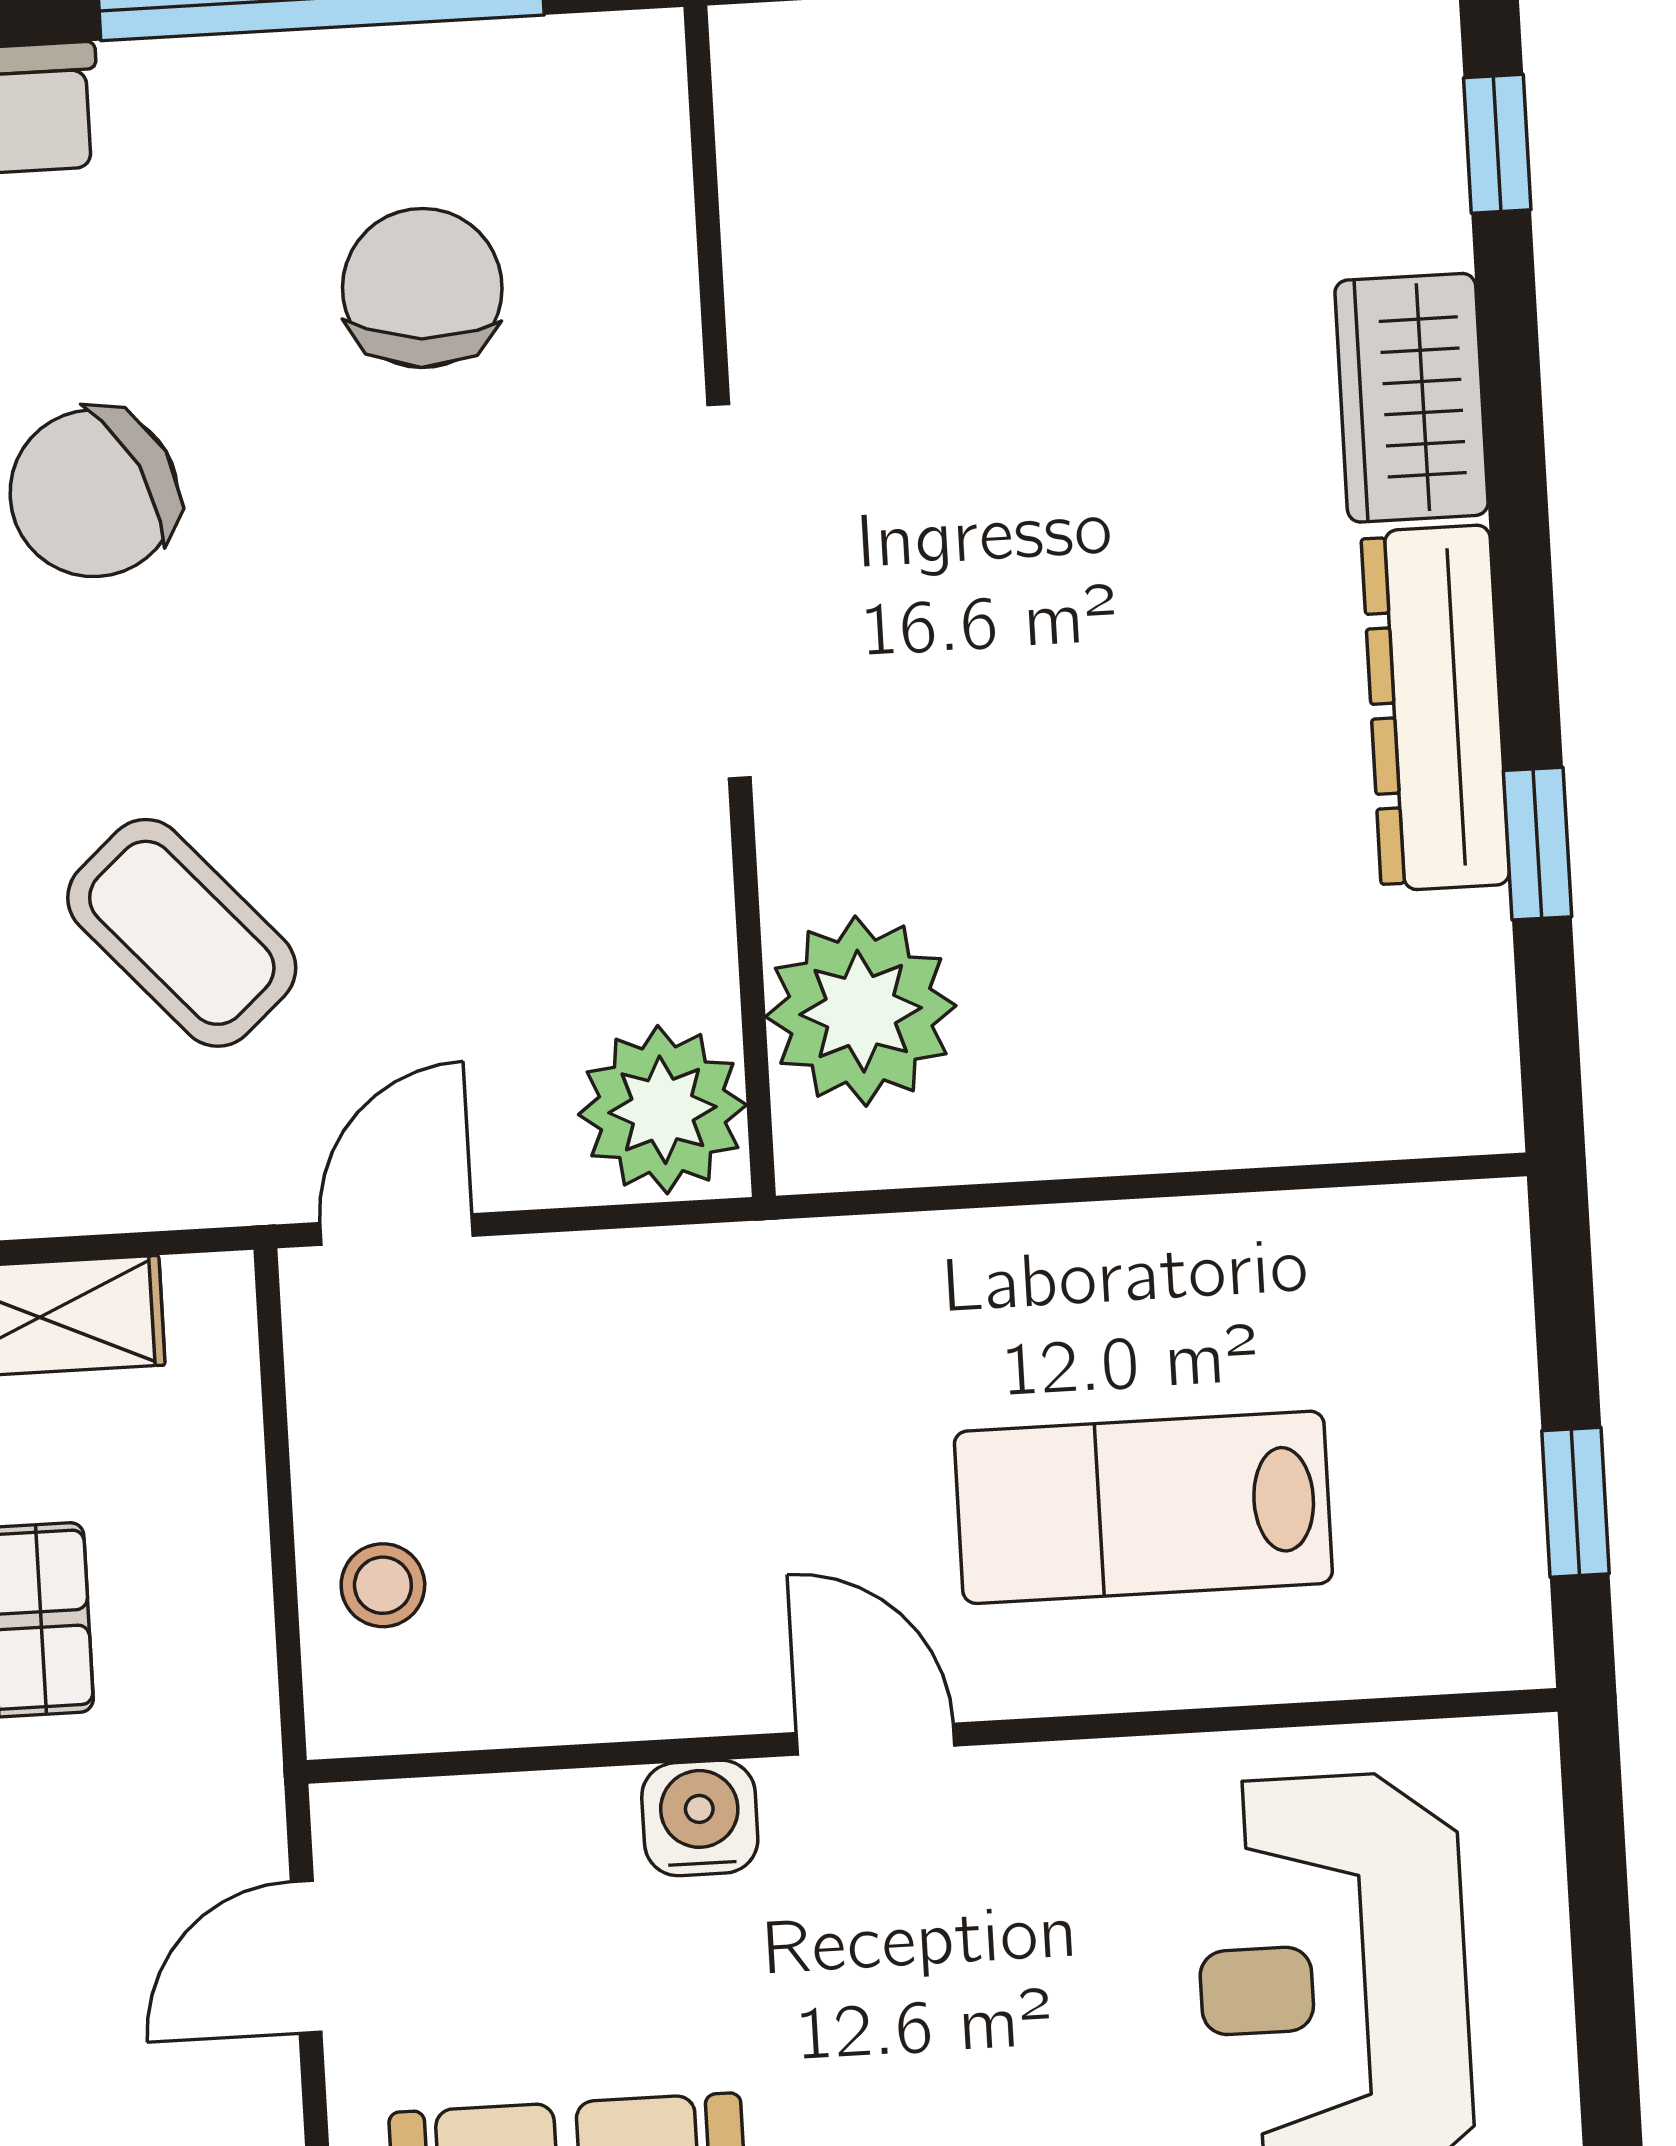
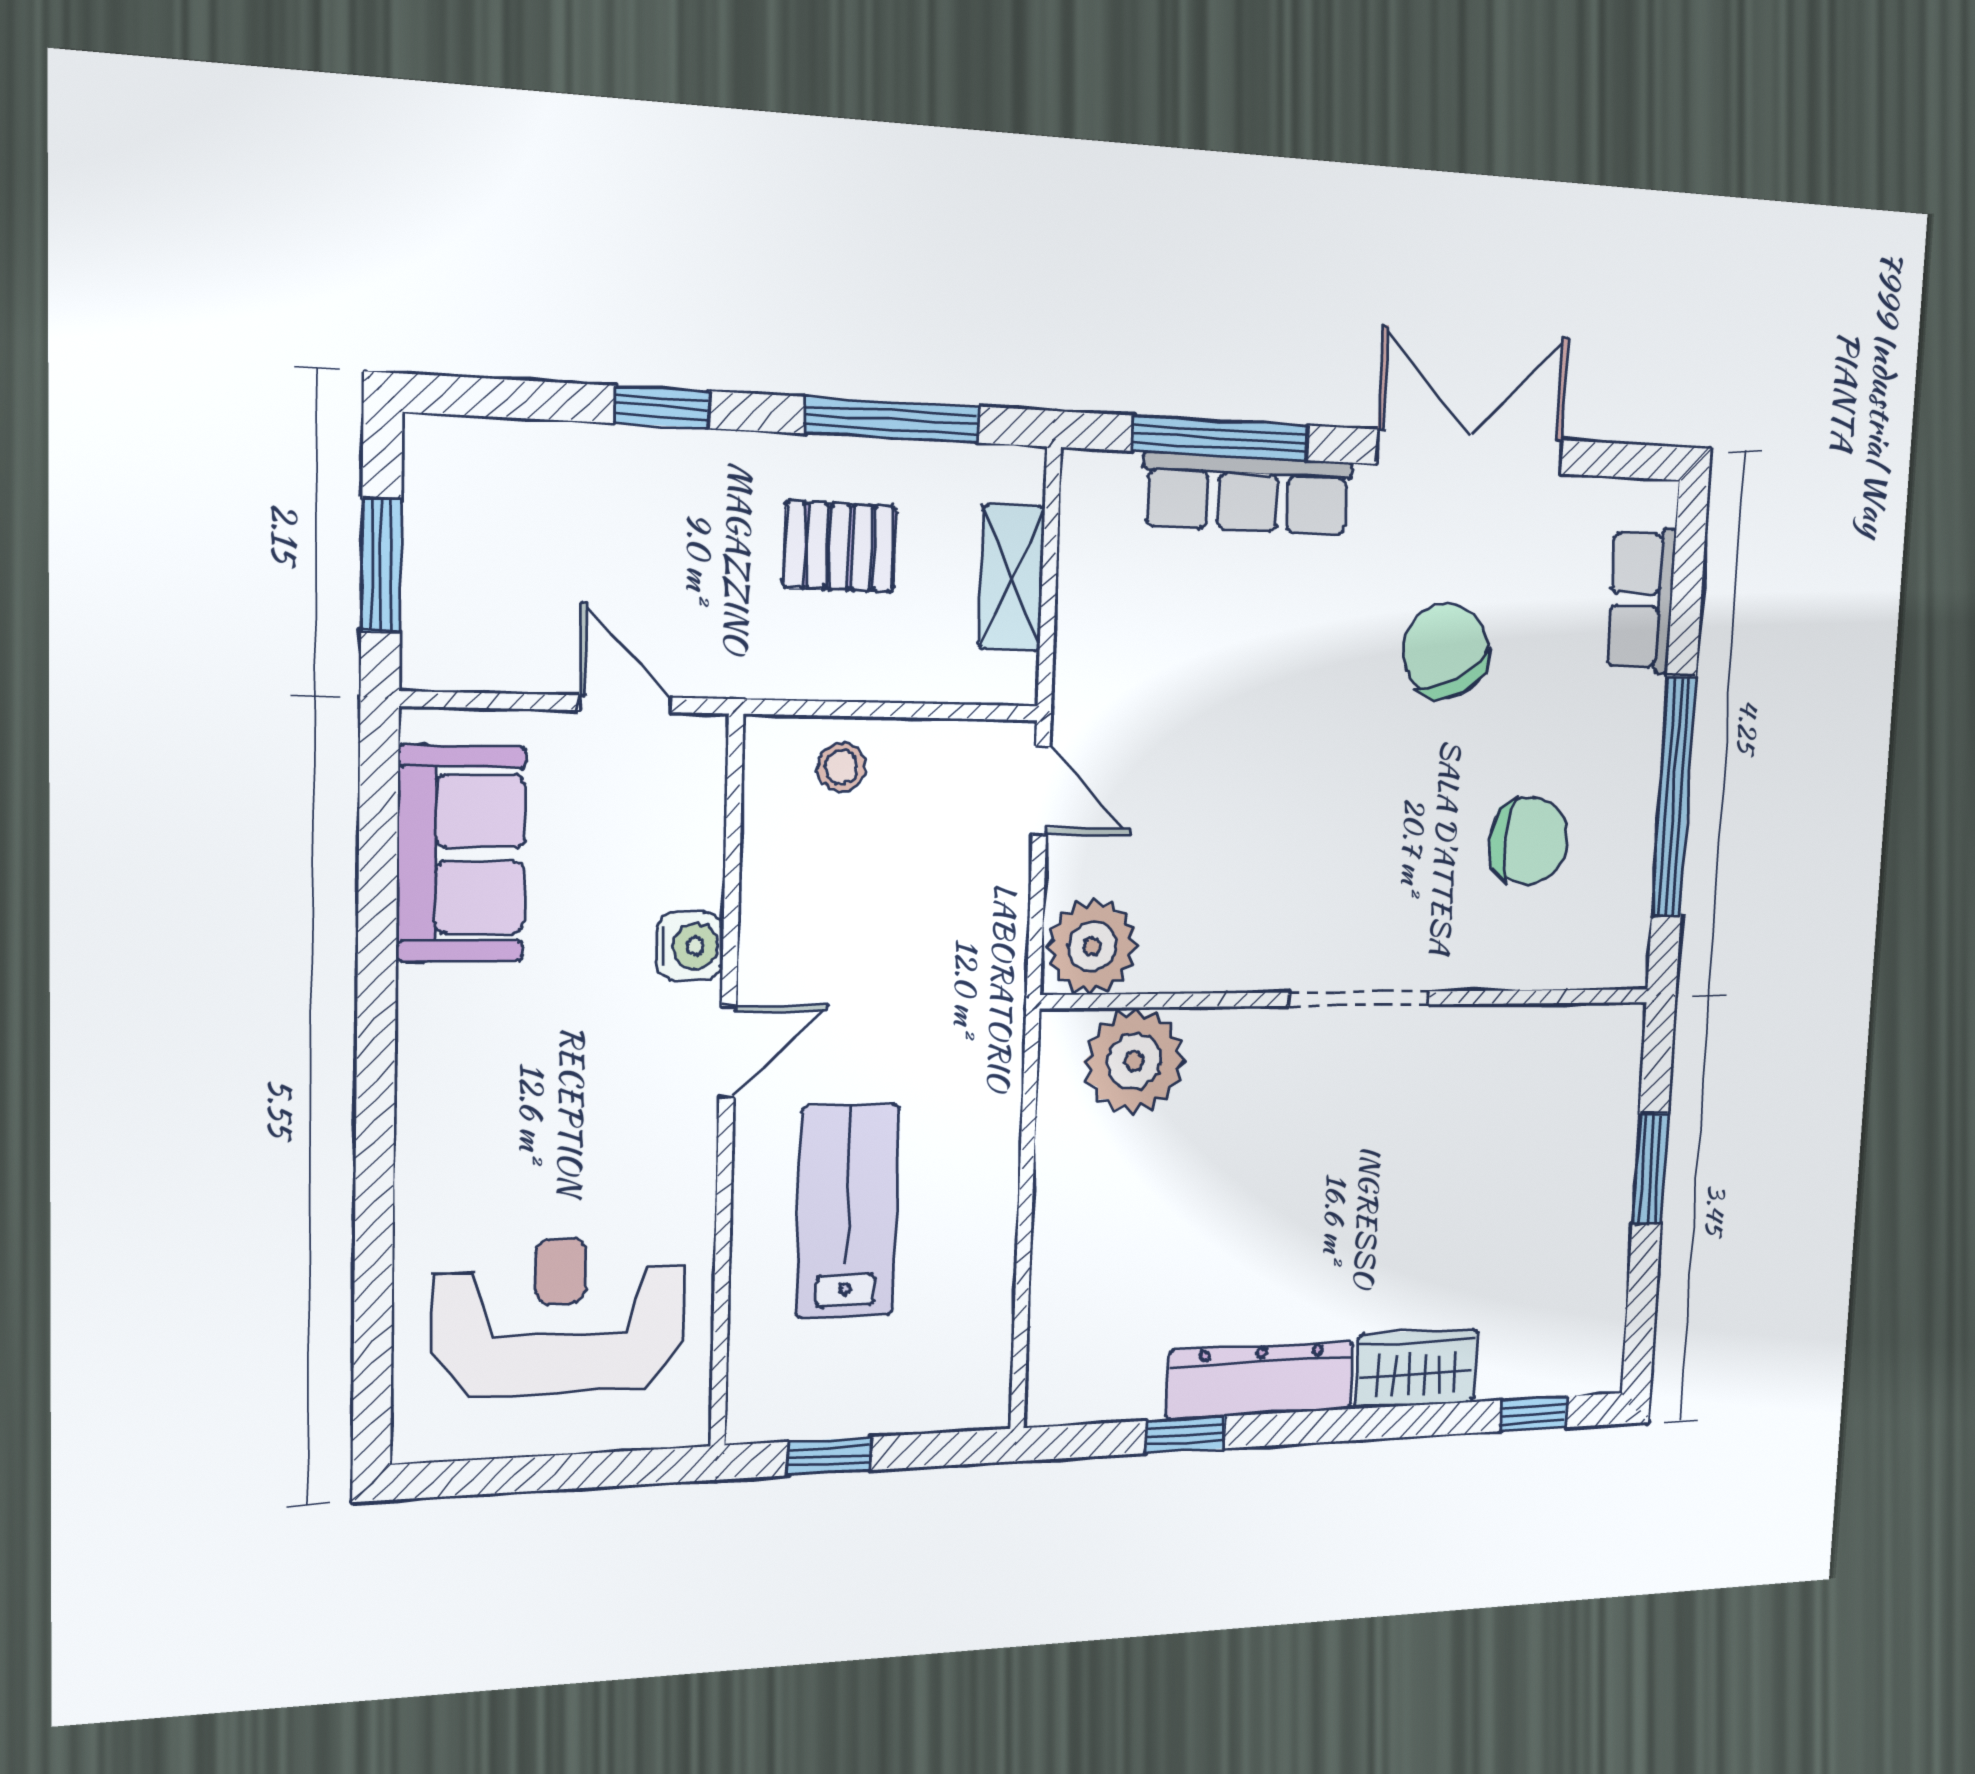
doorway: (729, 591) -> (1359, 999), width x0.73
coffee table: (182, 933) -> (1213, 680), removed

